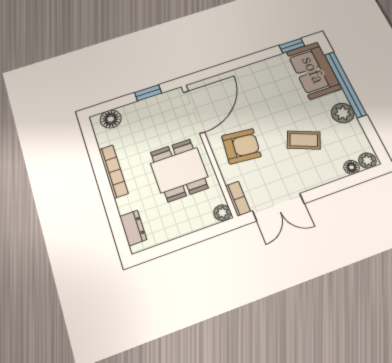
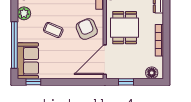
plant: (343, 113) -> (24, 13), moved
coffee table: (304, 140) -> (53, 30), moved
armchair: (241, 146) -> (87, 29), turned 61

